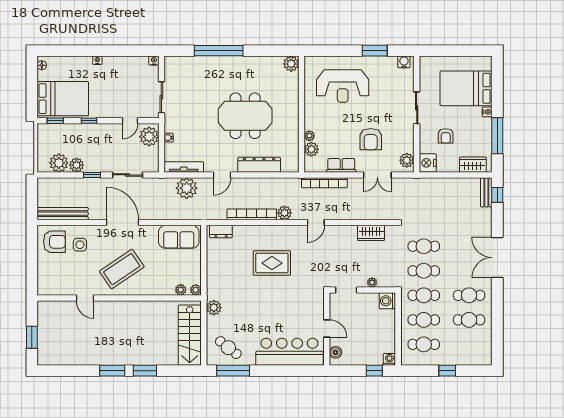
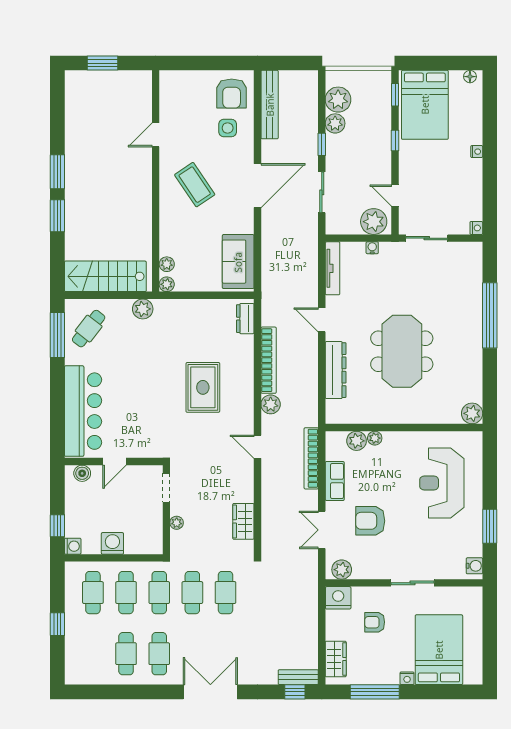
plant: (187, 188) -> (304, 272), removed
coffee table: (122, 269) -> (195, 185), width x0.73, depth x0.76
washing machine: (387, 301) -> (112, 543), moved

